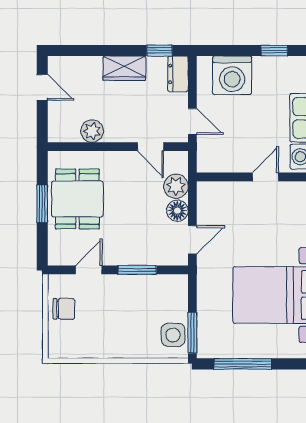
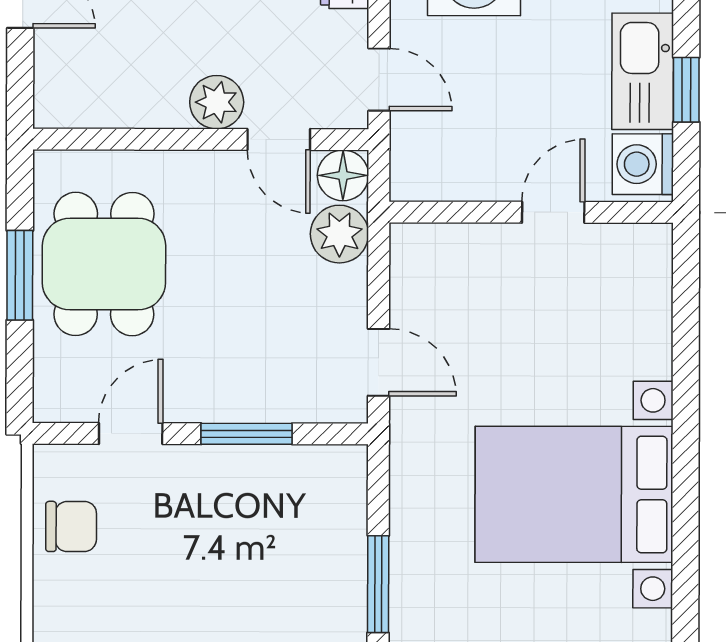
plant: (92, 131) -> (217, 102), moved
floor lamp: (177, 211) -> (343, 175), moved
door: (192, 240) -> (379, 362), hinge flipped
side table: (173, 335) -> (332, 589), removed

